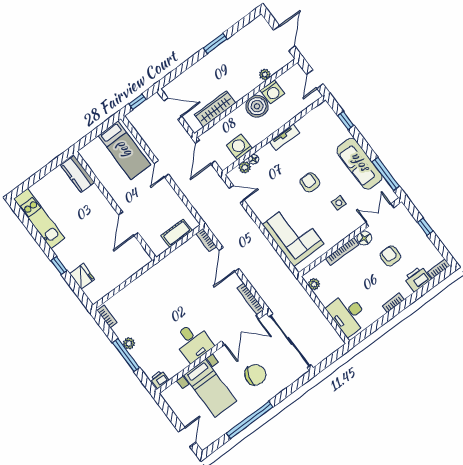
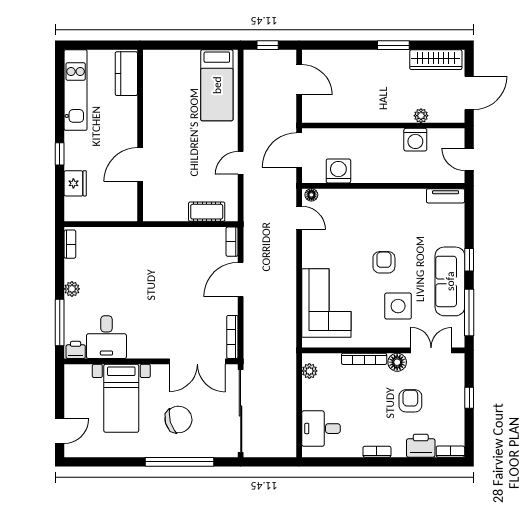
door: (315, 79) -> (469, 159), hinge flipped
boiler: (257, 106) -> (388, 142), removed
wardrobe: (215, 109) -> (436, 60), moved, turned 180
window: (346, 121) -> (469, 260), moved
tv unit: (284, 137) -> (446, 196), moved
floor lamp: (254, 159) -> (311, 195), moved
plant: (245, 167) -> (328, 196), removed
door: (161, 169) -> (241, 163), moved
kitchen counter: (78, 174) -> (126, 74), moved
side table: (339, 203) -> (398, 306), width x1.87, depth x1.87
wall: (115, 206) -> (140, 136), moved
door: (128, 224) -> (140, 165), moved
desk: (348, 314) -> (321, 429), width x0.73
desk: (193, 342) -> (106, 337), moved
window: (126, 355) -> (60, 322), moved
chair: (255, 375) -> (178, 419), turned -33
window: (250, 420) -> (179, 462), moved

